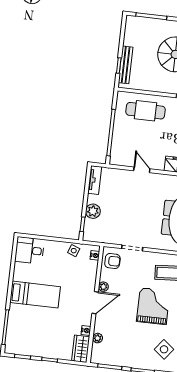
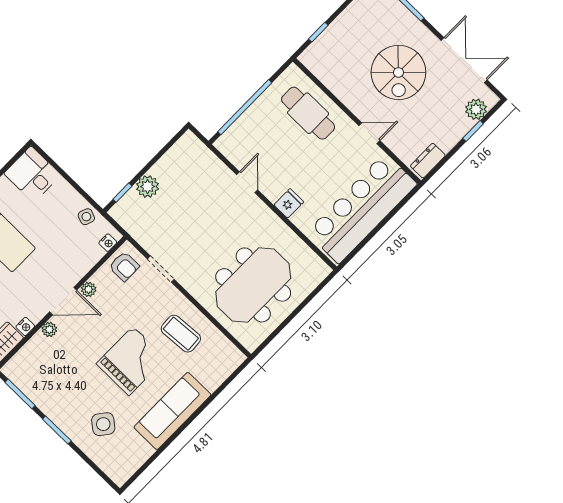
bench: (126, 65) -> (327, 38), removed
tv unit: (95, 180) -> (179, 150), removed
plant: (98, 338) -> (49, 329), moved

